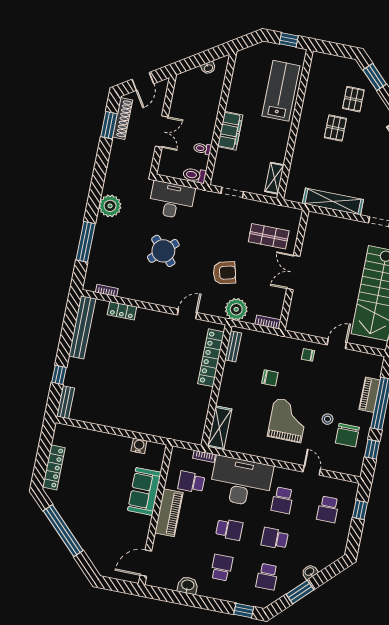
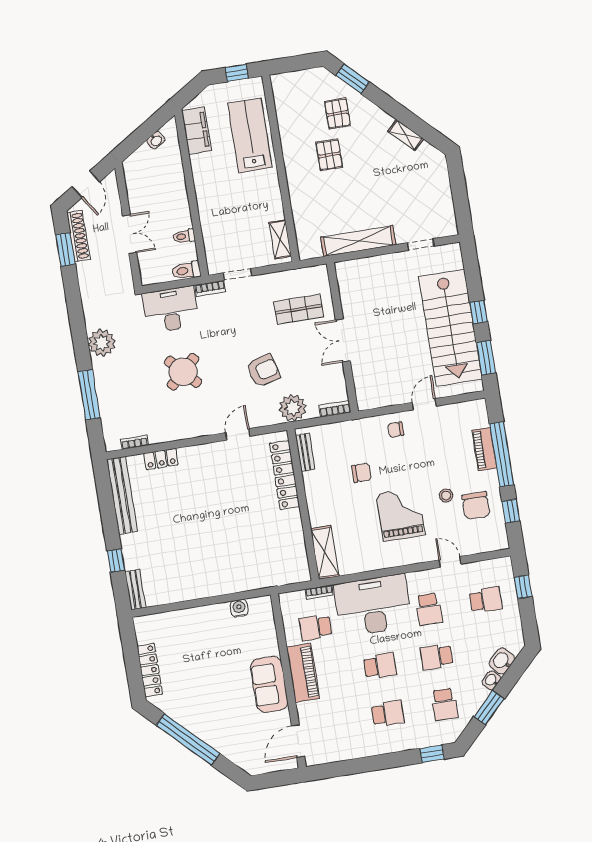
filing cabinet: (230, 131) -> (196, 131), moved
bookcase: (207, 195) -> (210, 288), added
sofa: (144, 491) -> (269, 684), moved
school desk: (328, 509) -> (486, 600), turned -90
school desk: (222, 568) -> (388, 714), turned 90
washbasin: (188, 585) -> (502, 661), moved, turned -45

